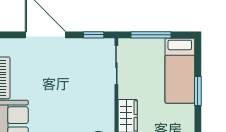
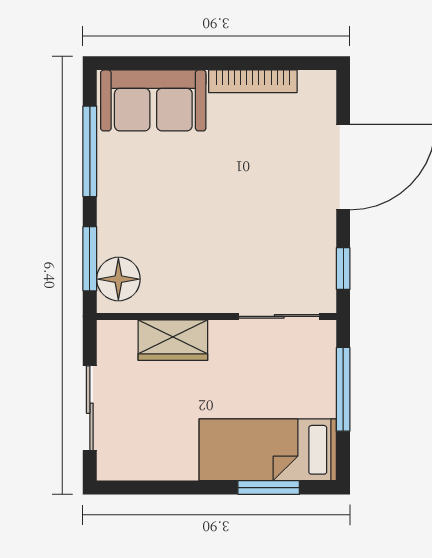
window: (198, 91) -> (269, 488), moved

